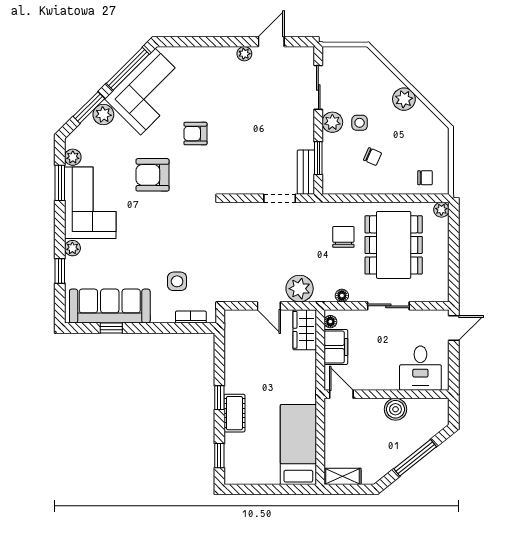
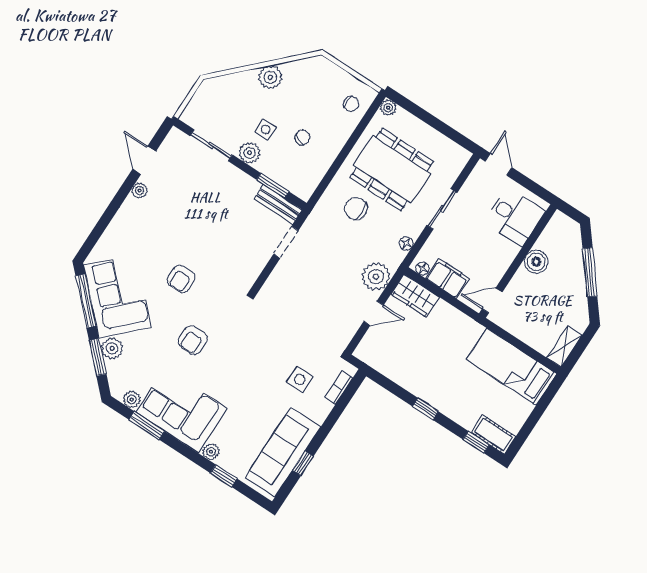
armchair: (152, 175) -> (193, 340), width x0.72, depth x0.72
chair: (425, 178) -> (351, 104), turned 90
cot: (234, 413) -> (493, 435), moved

